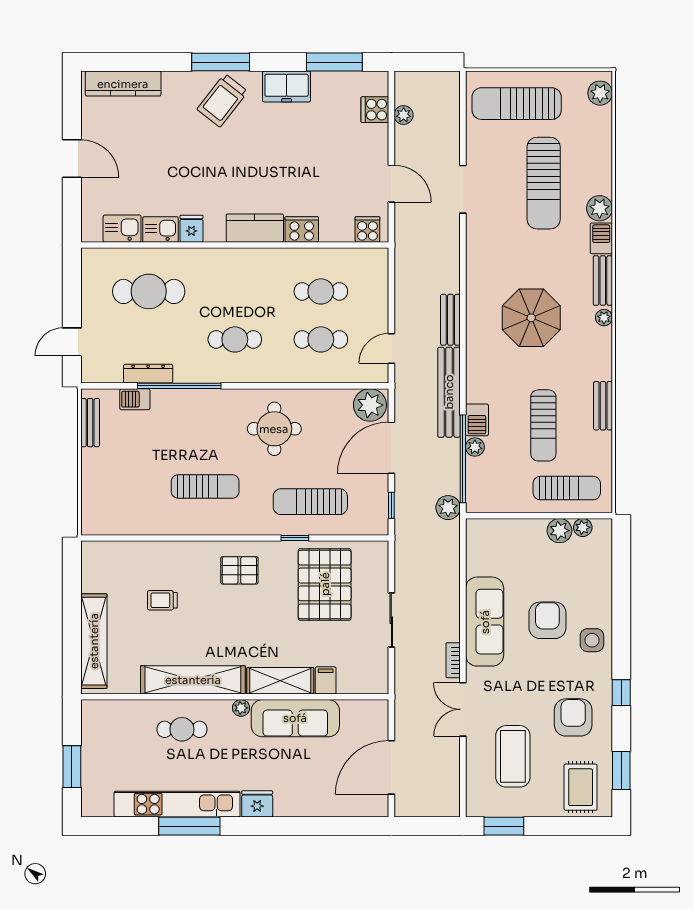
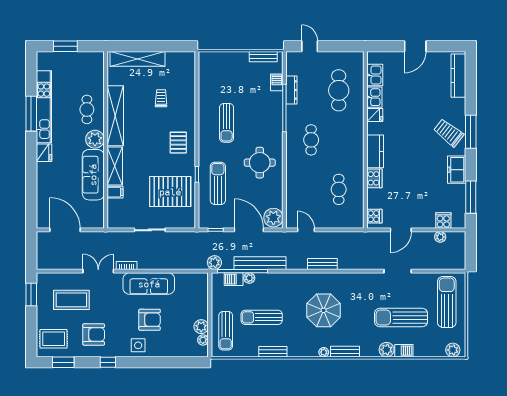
barbecue: (601, 238) -> (404, 351), moved
cafe table: (321, 339) -> (311, 189), removed
bench: (449, 392) -> (260, 263), moved
barbecue: (477, 420) -> (234, 279), moved
plant: (241, 708) -> (95, 139), width x1.88, depth x1.88

